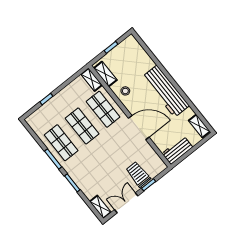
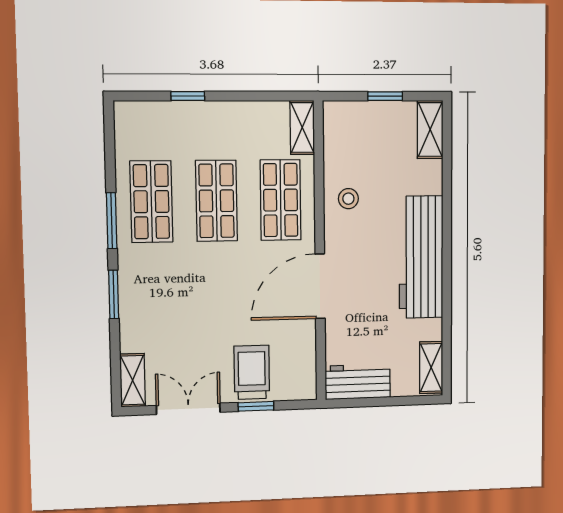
shelving: (105, 74) -> (430, 130), moved
door: (139, 128) -> (320, 286), swing flipped

